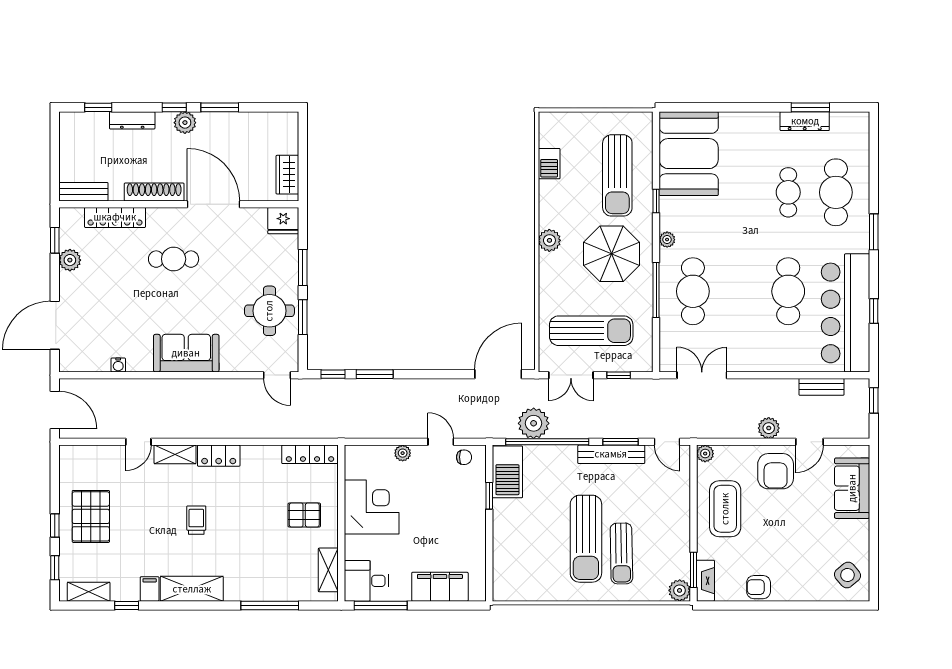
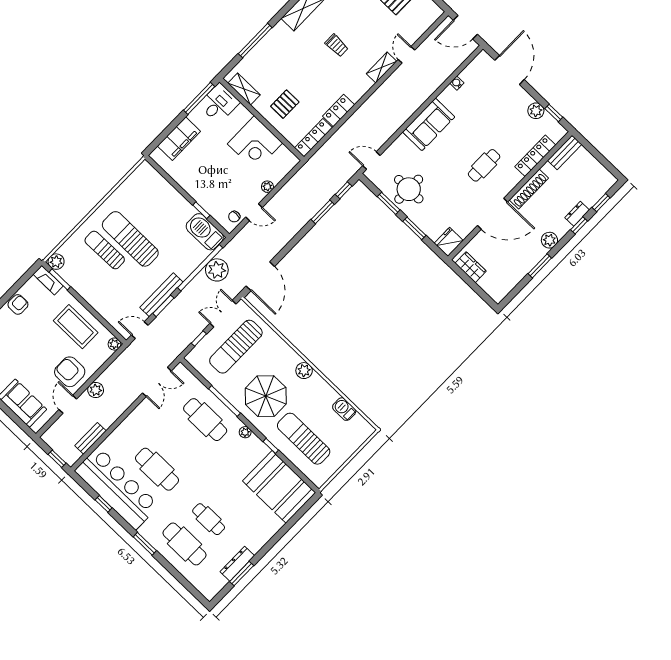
window: (174, 107) -> (579, 225), moved
dresser: (132, 120) -> (577, 214), width x0.70
locker: (219, 456) -> (339, 111), moved

